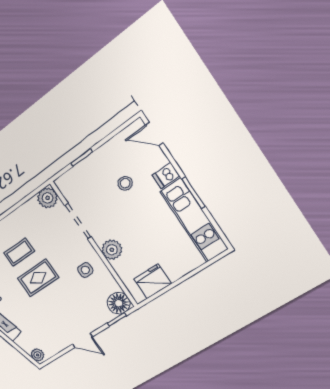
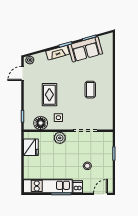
plant: (48, 198) -> (107, 124), removed
rug: (38, 278) -> (49, 95), moved
floor lamp: (119, 303) -> (41, 123), moved
door: (82, 340) -> (23, 73), moved

